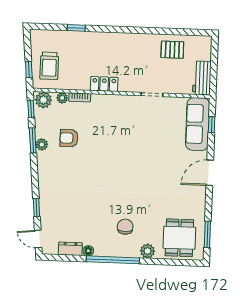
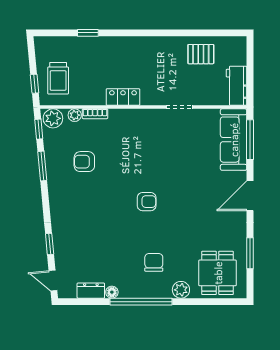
window: (212, 125) -> (250, 140), width x2.17
plant: (42, 144) -> (53, 170), removed
armchair: (121, 174) -> (147, 202), added
window: (207, 234) -> (250, 253), moved

